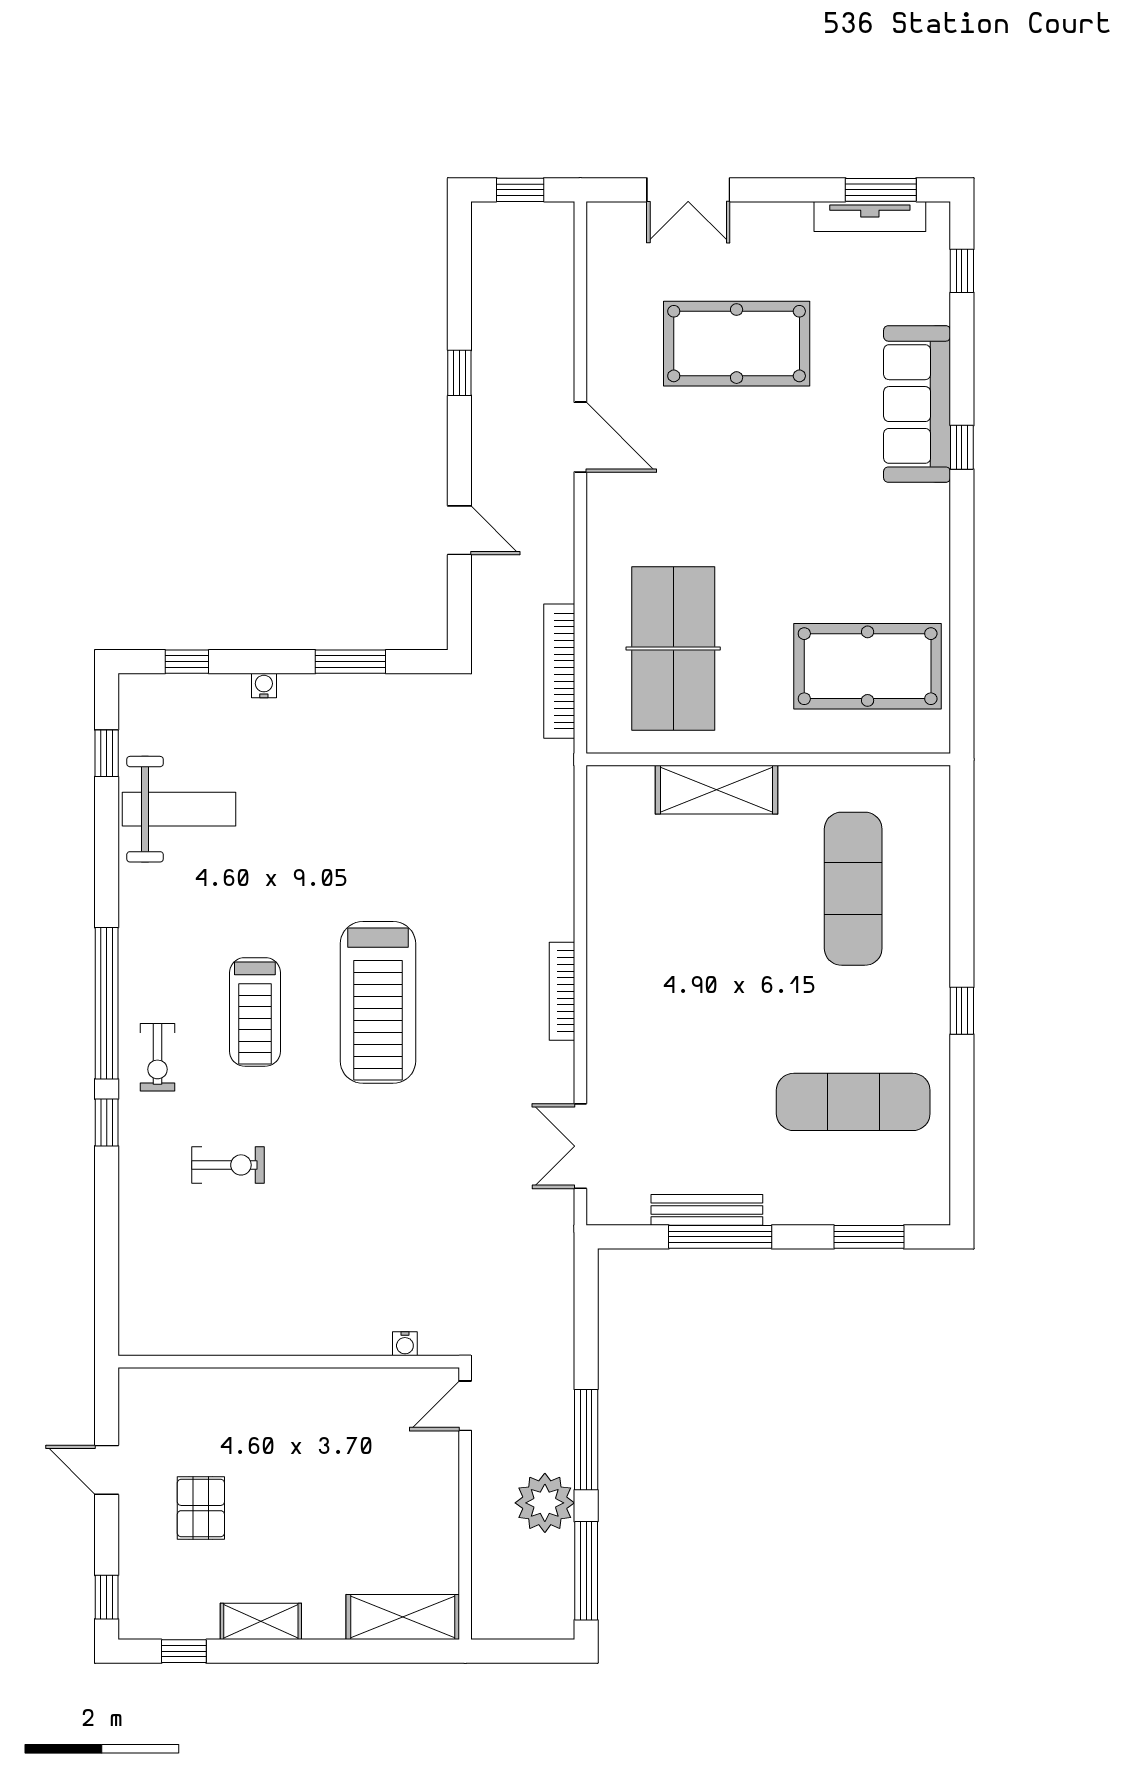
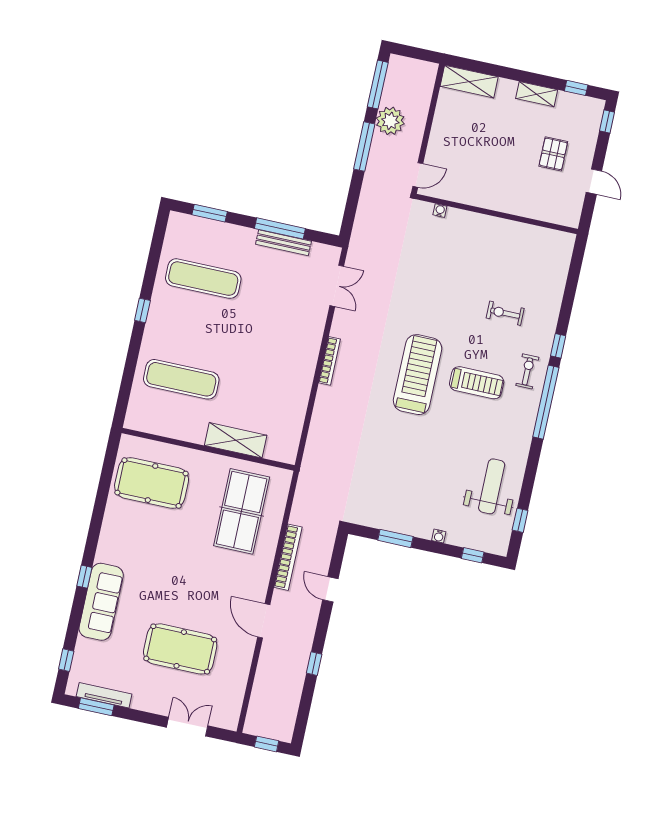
bookcase: (559, 671) -> (288, 557), moved
weight bench: (179, 809) -> (492, 486), turned 90
exercise mat: (853, 889) -> (181, 379), turned 90
treadmill: (255, 1012) -> (477, 383), turned 90

